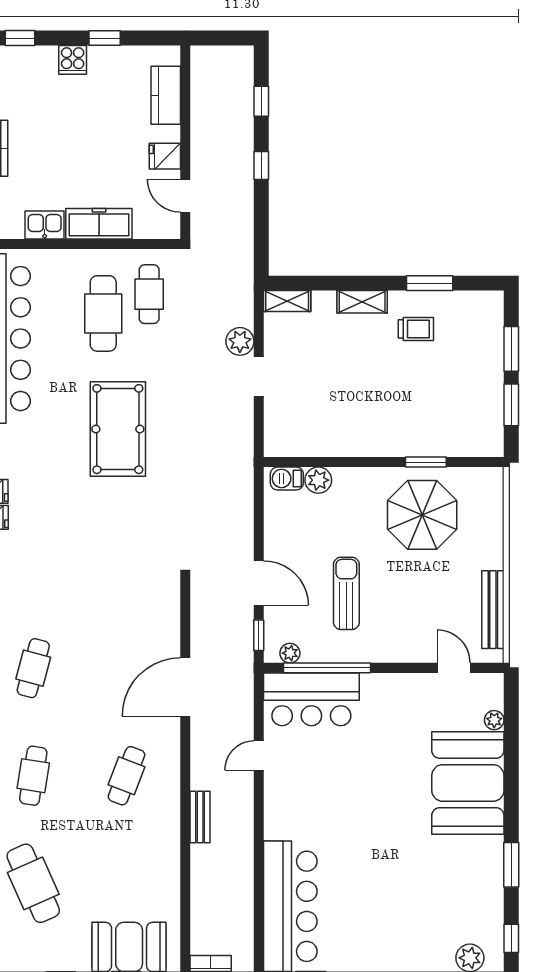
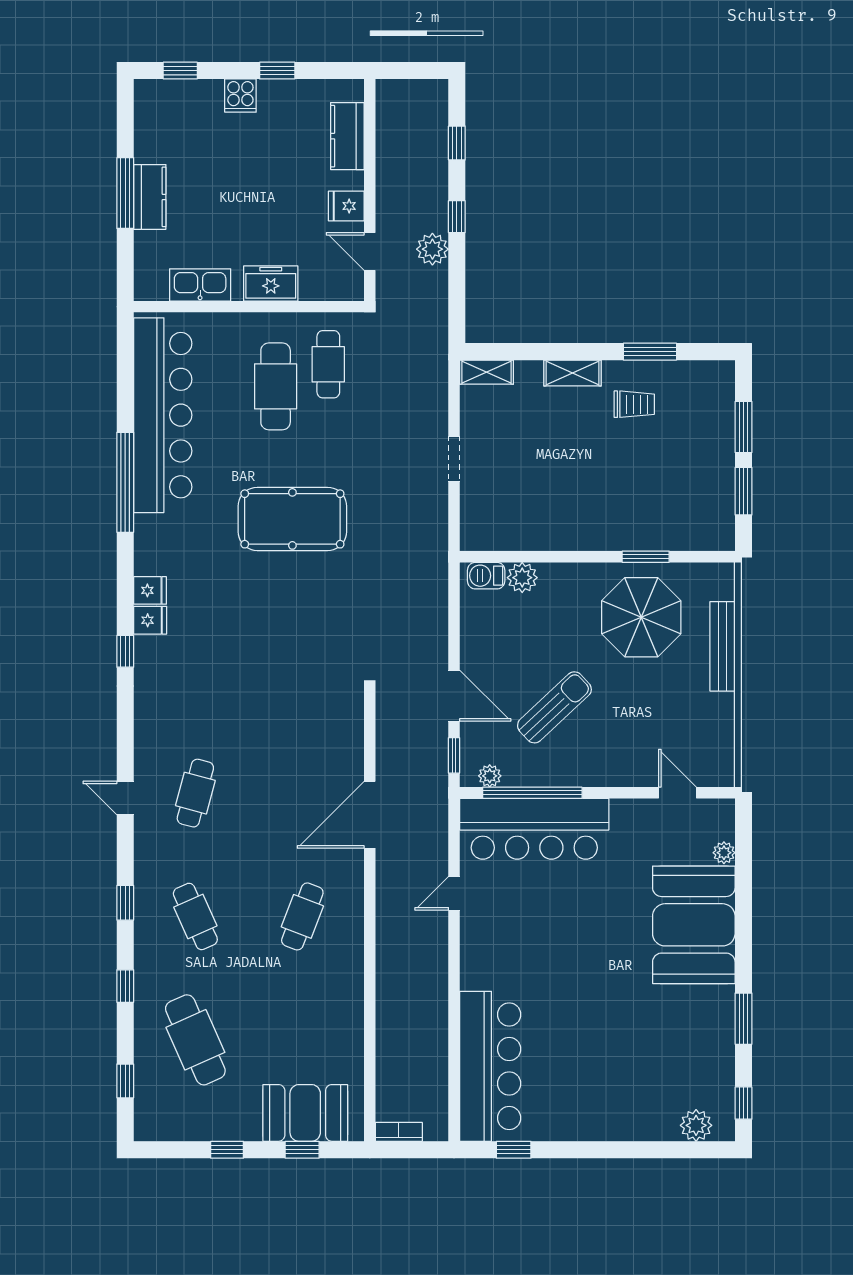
freezer: (99, 224) -> (271, 283), width x0.71
kitchen sink: (45, 225) -> (200, 285), width x1.38
plant: (240, 341) -> (432, 249), moved
pool table: (118, 429) -> (292, 519), turned 90
sun lounger: (346, 593) -> (554, 707), turned 47
bench: (493, 610) -> (722, 646), moved
bar counter: (311, 699) -> (534, 829), width x1.36
cafe table: (33, 776) -> (195, 916), turned -33
bench: (200, 817) -> (387, 964), removed

